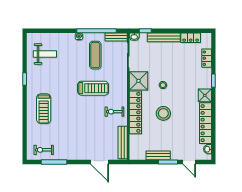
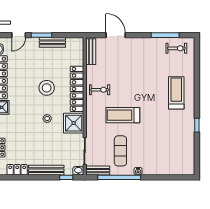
weight bench: (45, 54) -> (175, 152), removed
bench: (123, 142) -> (91, 52), width x0.73
door: (189, 162) -> (19, 35), swing flipped

